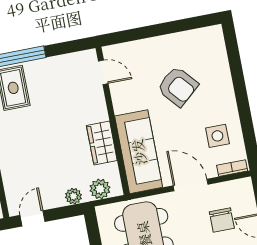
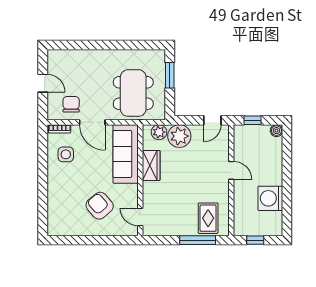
armchair: (178, 87) -> (100, 206), moved
plant: (73, 196) -> (179, 136), width x1.87, depth x1.87
chair: (222, 220) -> (71, 104), moved

